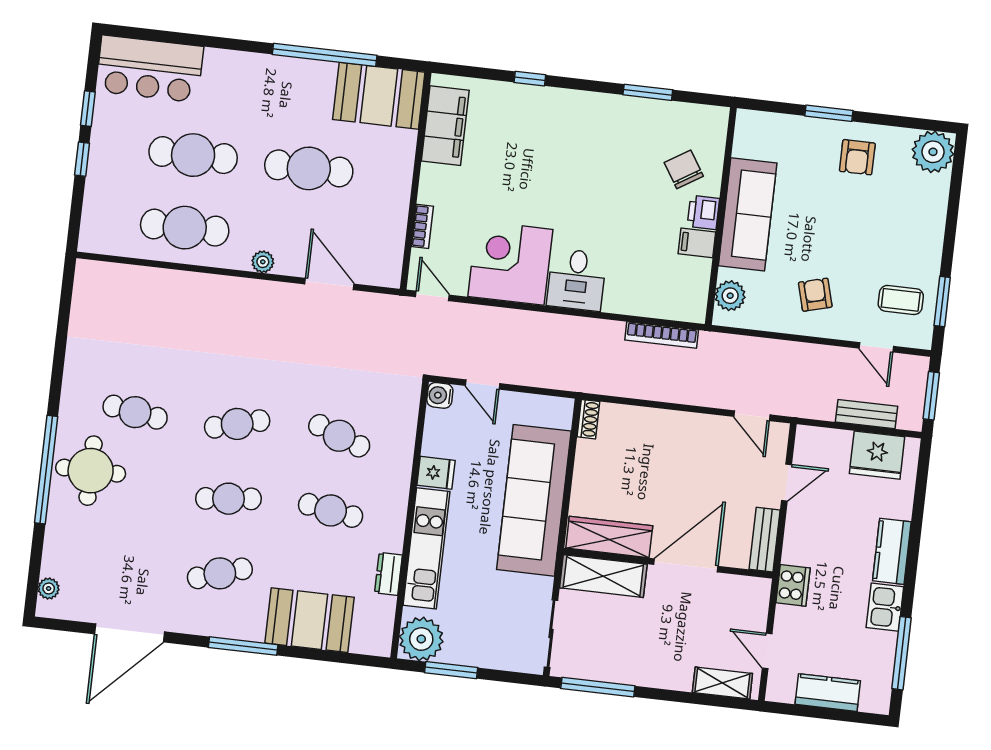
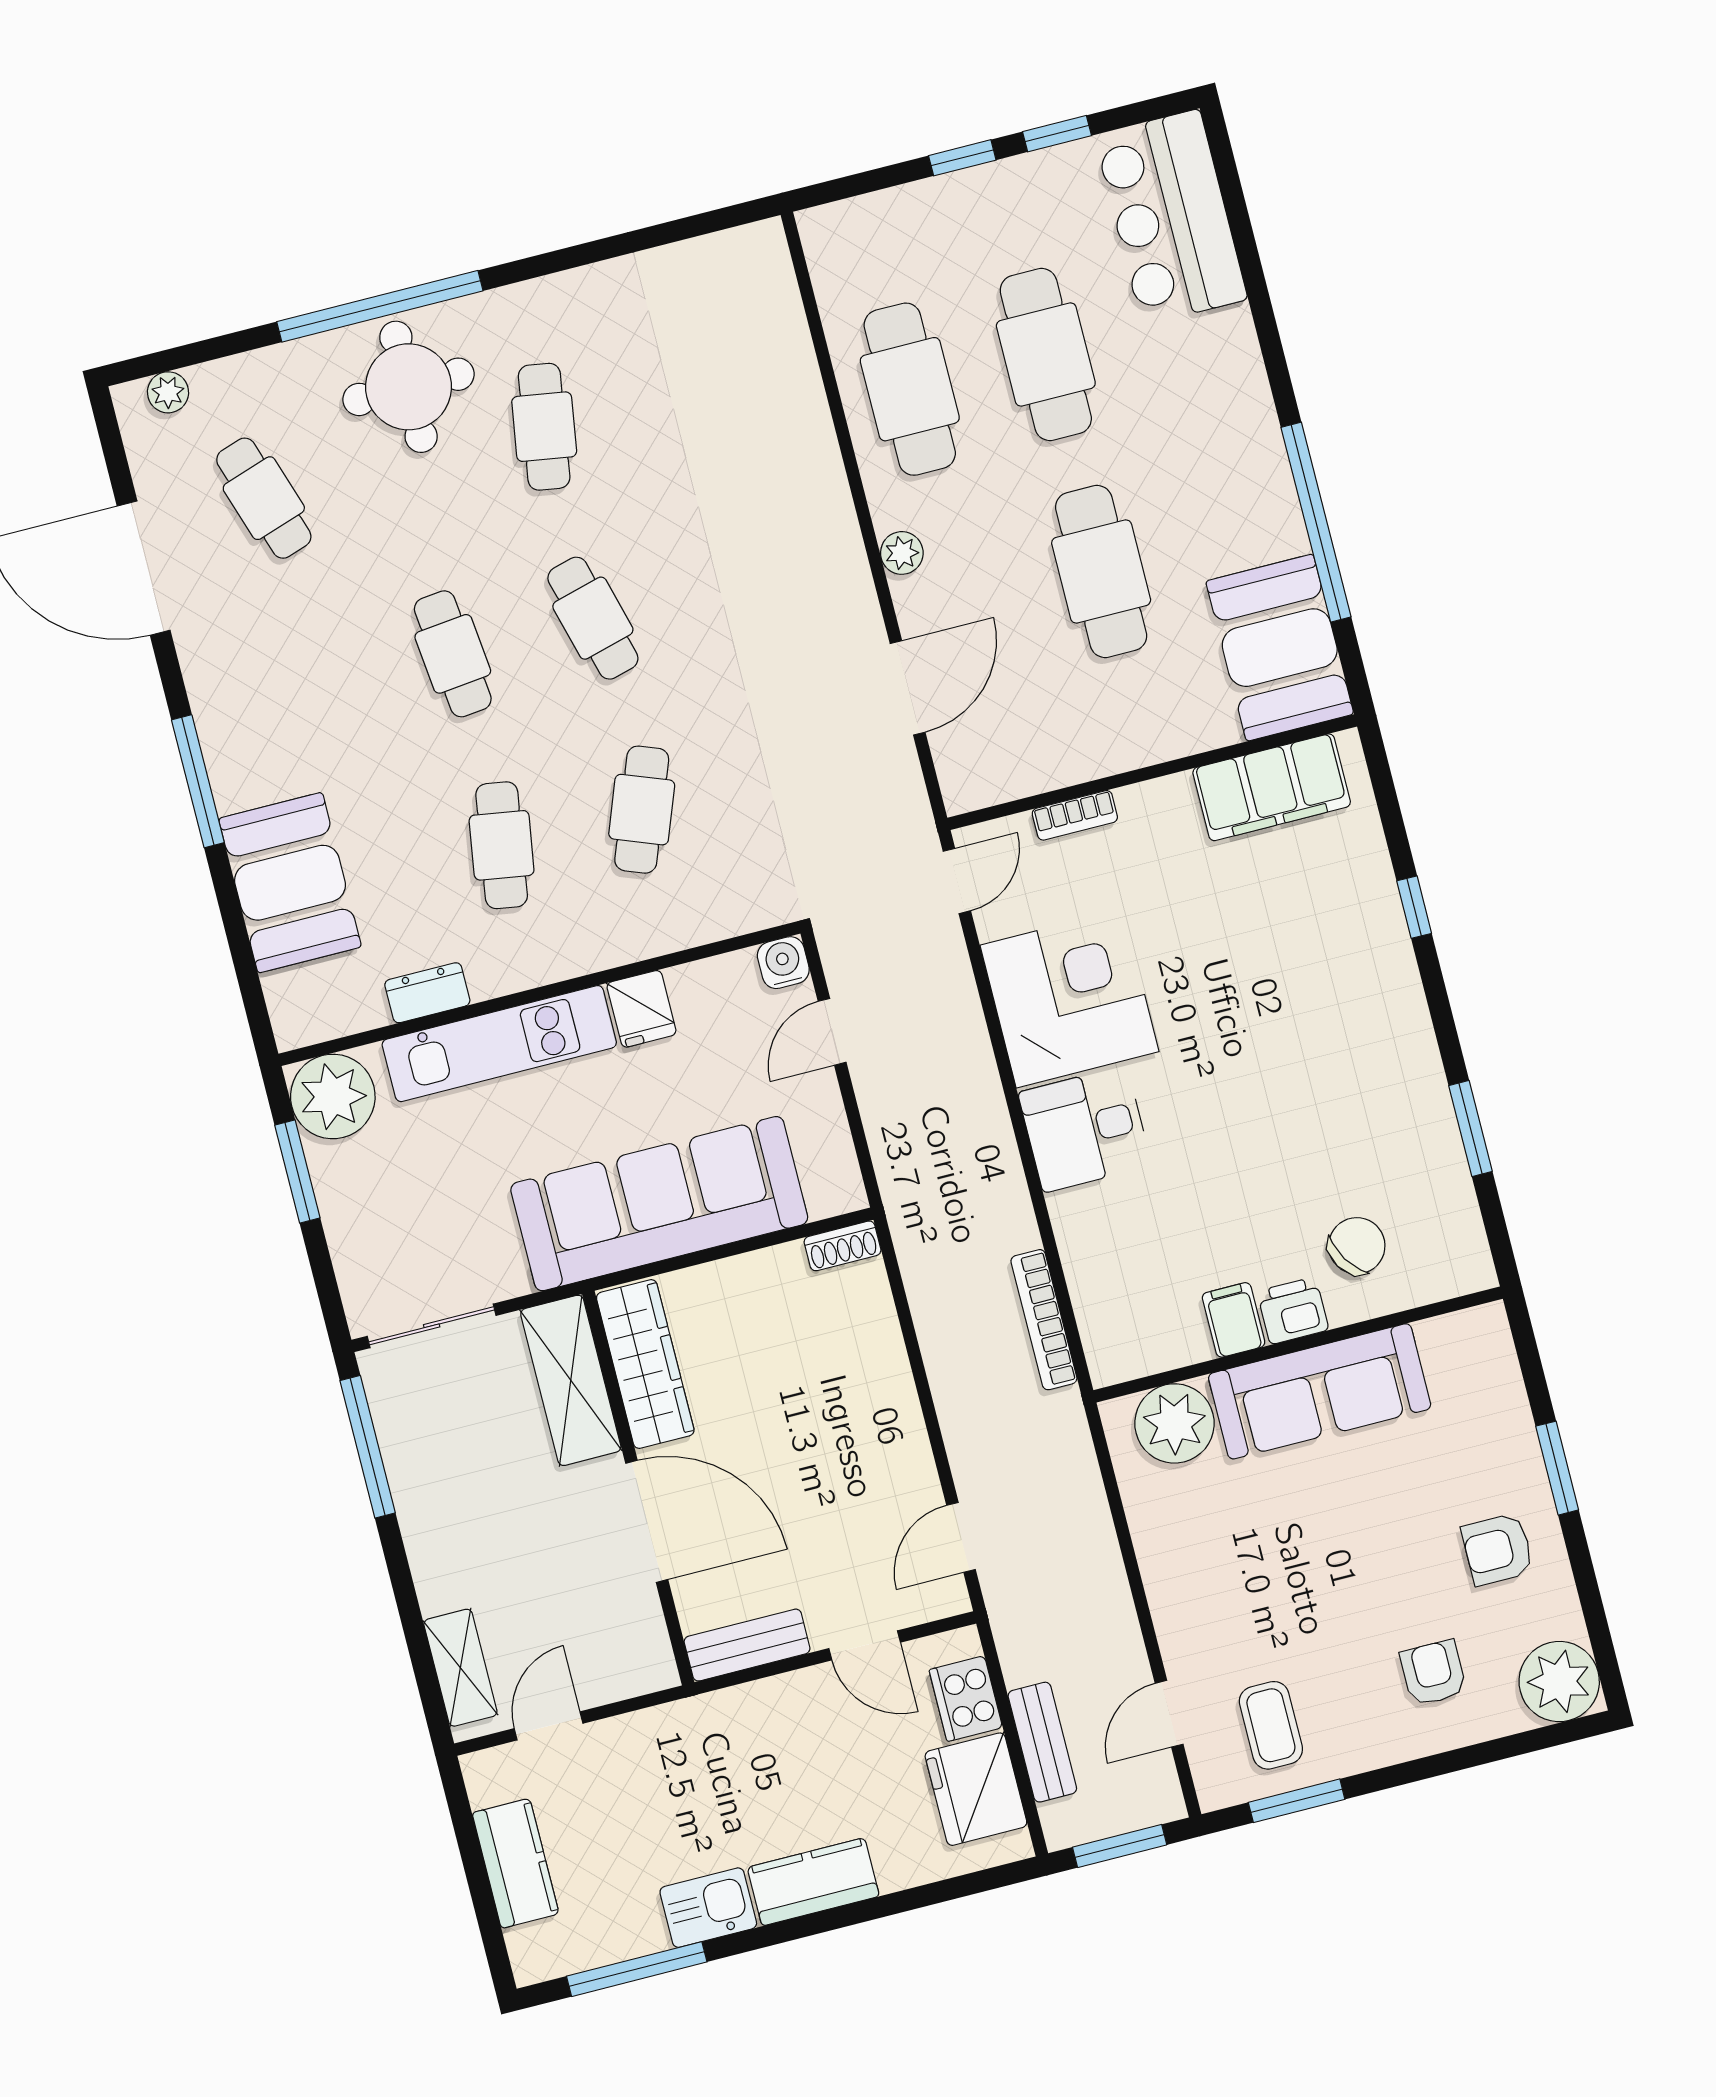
armchair: (815, 295) -> (1433, 1673), moved, turned -75
plant: (730, 296) -> (1174, 1423), width x1.36, depth x1.36
cafe table: (220, 573) -> (264, 498), moved
cooker: (793, 585) -> (966, 1699), moved, turned 90

